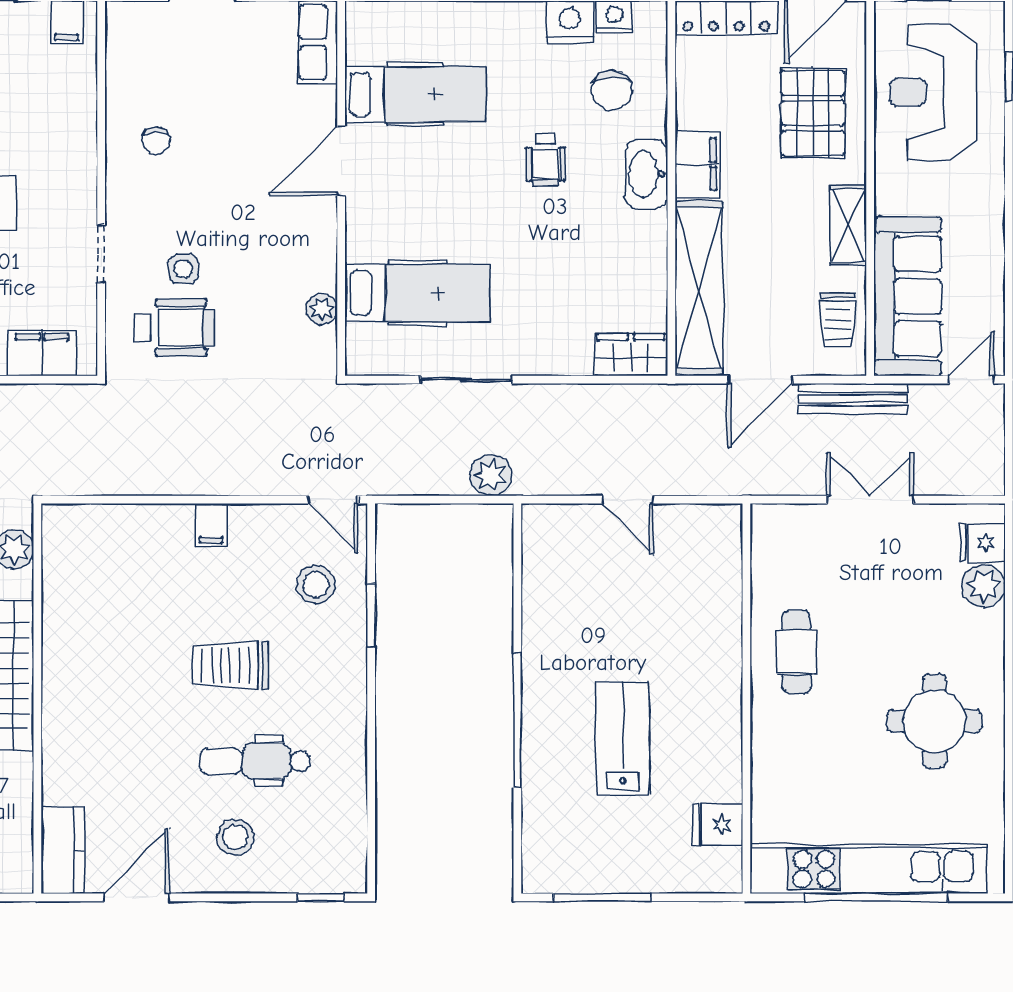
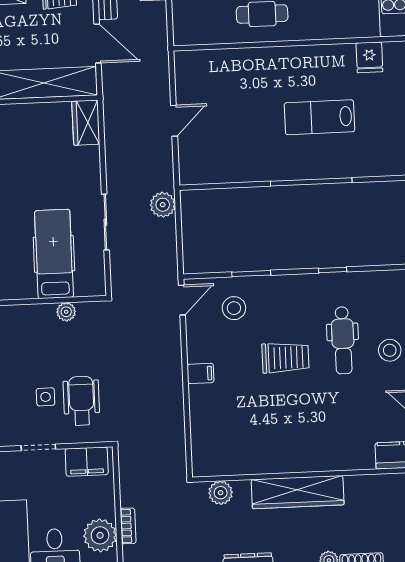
filing cabinet: (42, 353) -> (87, 462), moved, turned -90
trolley: (231, 665) -> (285, 358), turned -90
window: (371, 749) -> (333, 270), added

